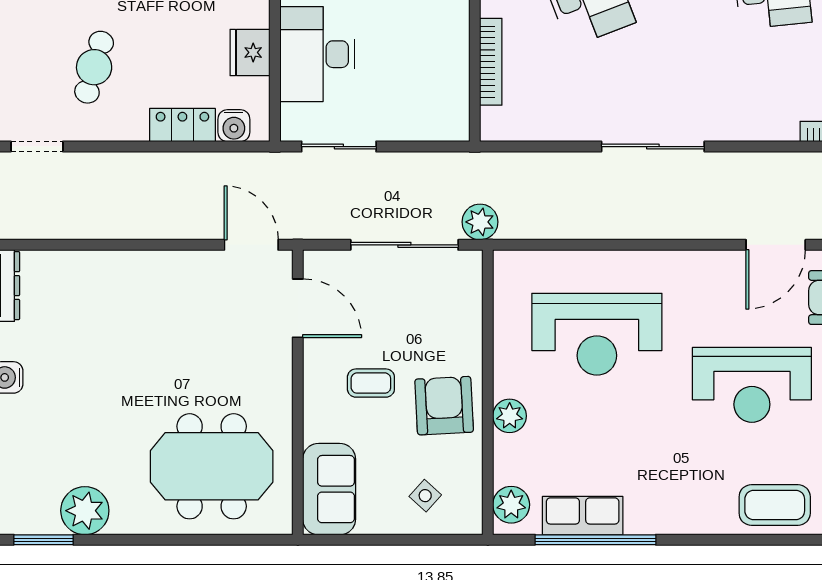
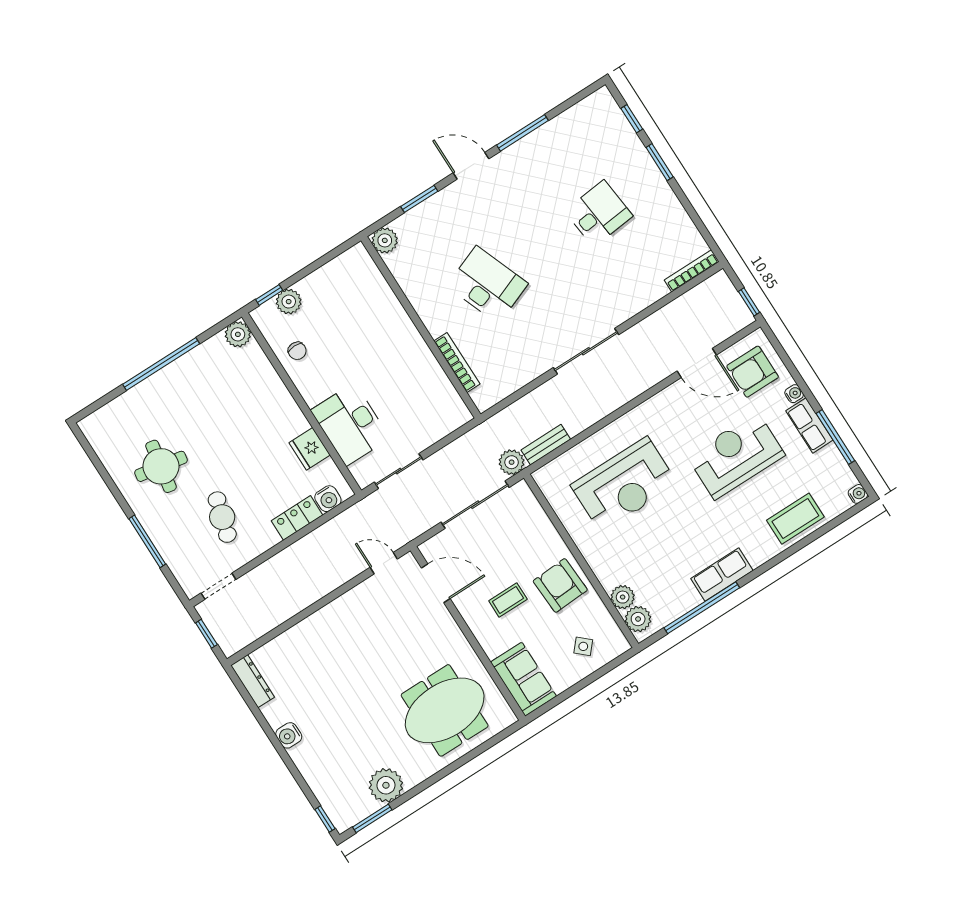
bench: (534, 227) -> (546, 445), added
door: (251, 245) -> (384, 563), width x0.73
door: (776, 245) -> (697, 363), hinge flipped
reception desk: (752, 385) -> (736, 456), turned 180
plant: (510, 416) -> (623, 597), moved
row of seats: (583, 516) -> (722, 575), moved

